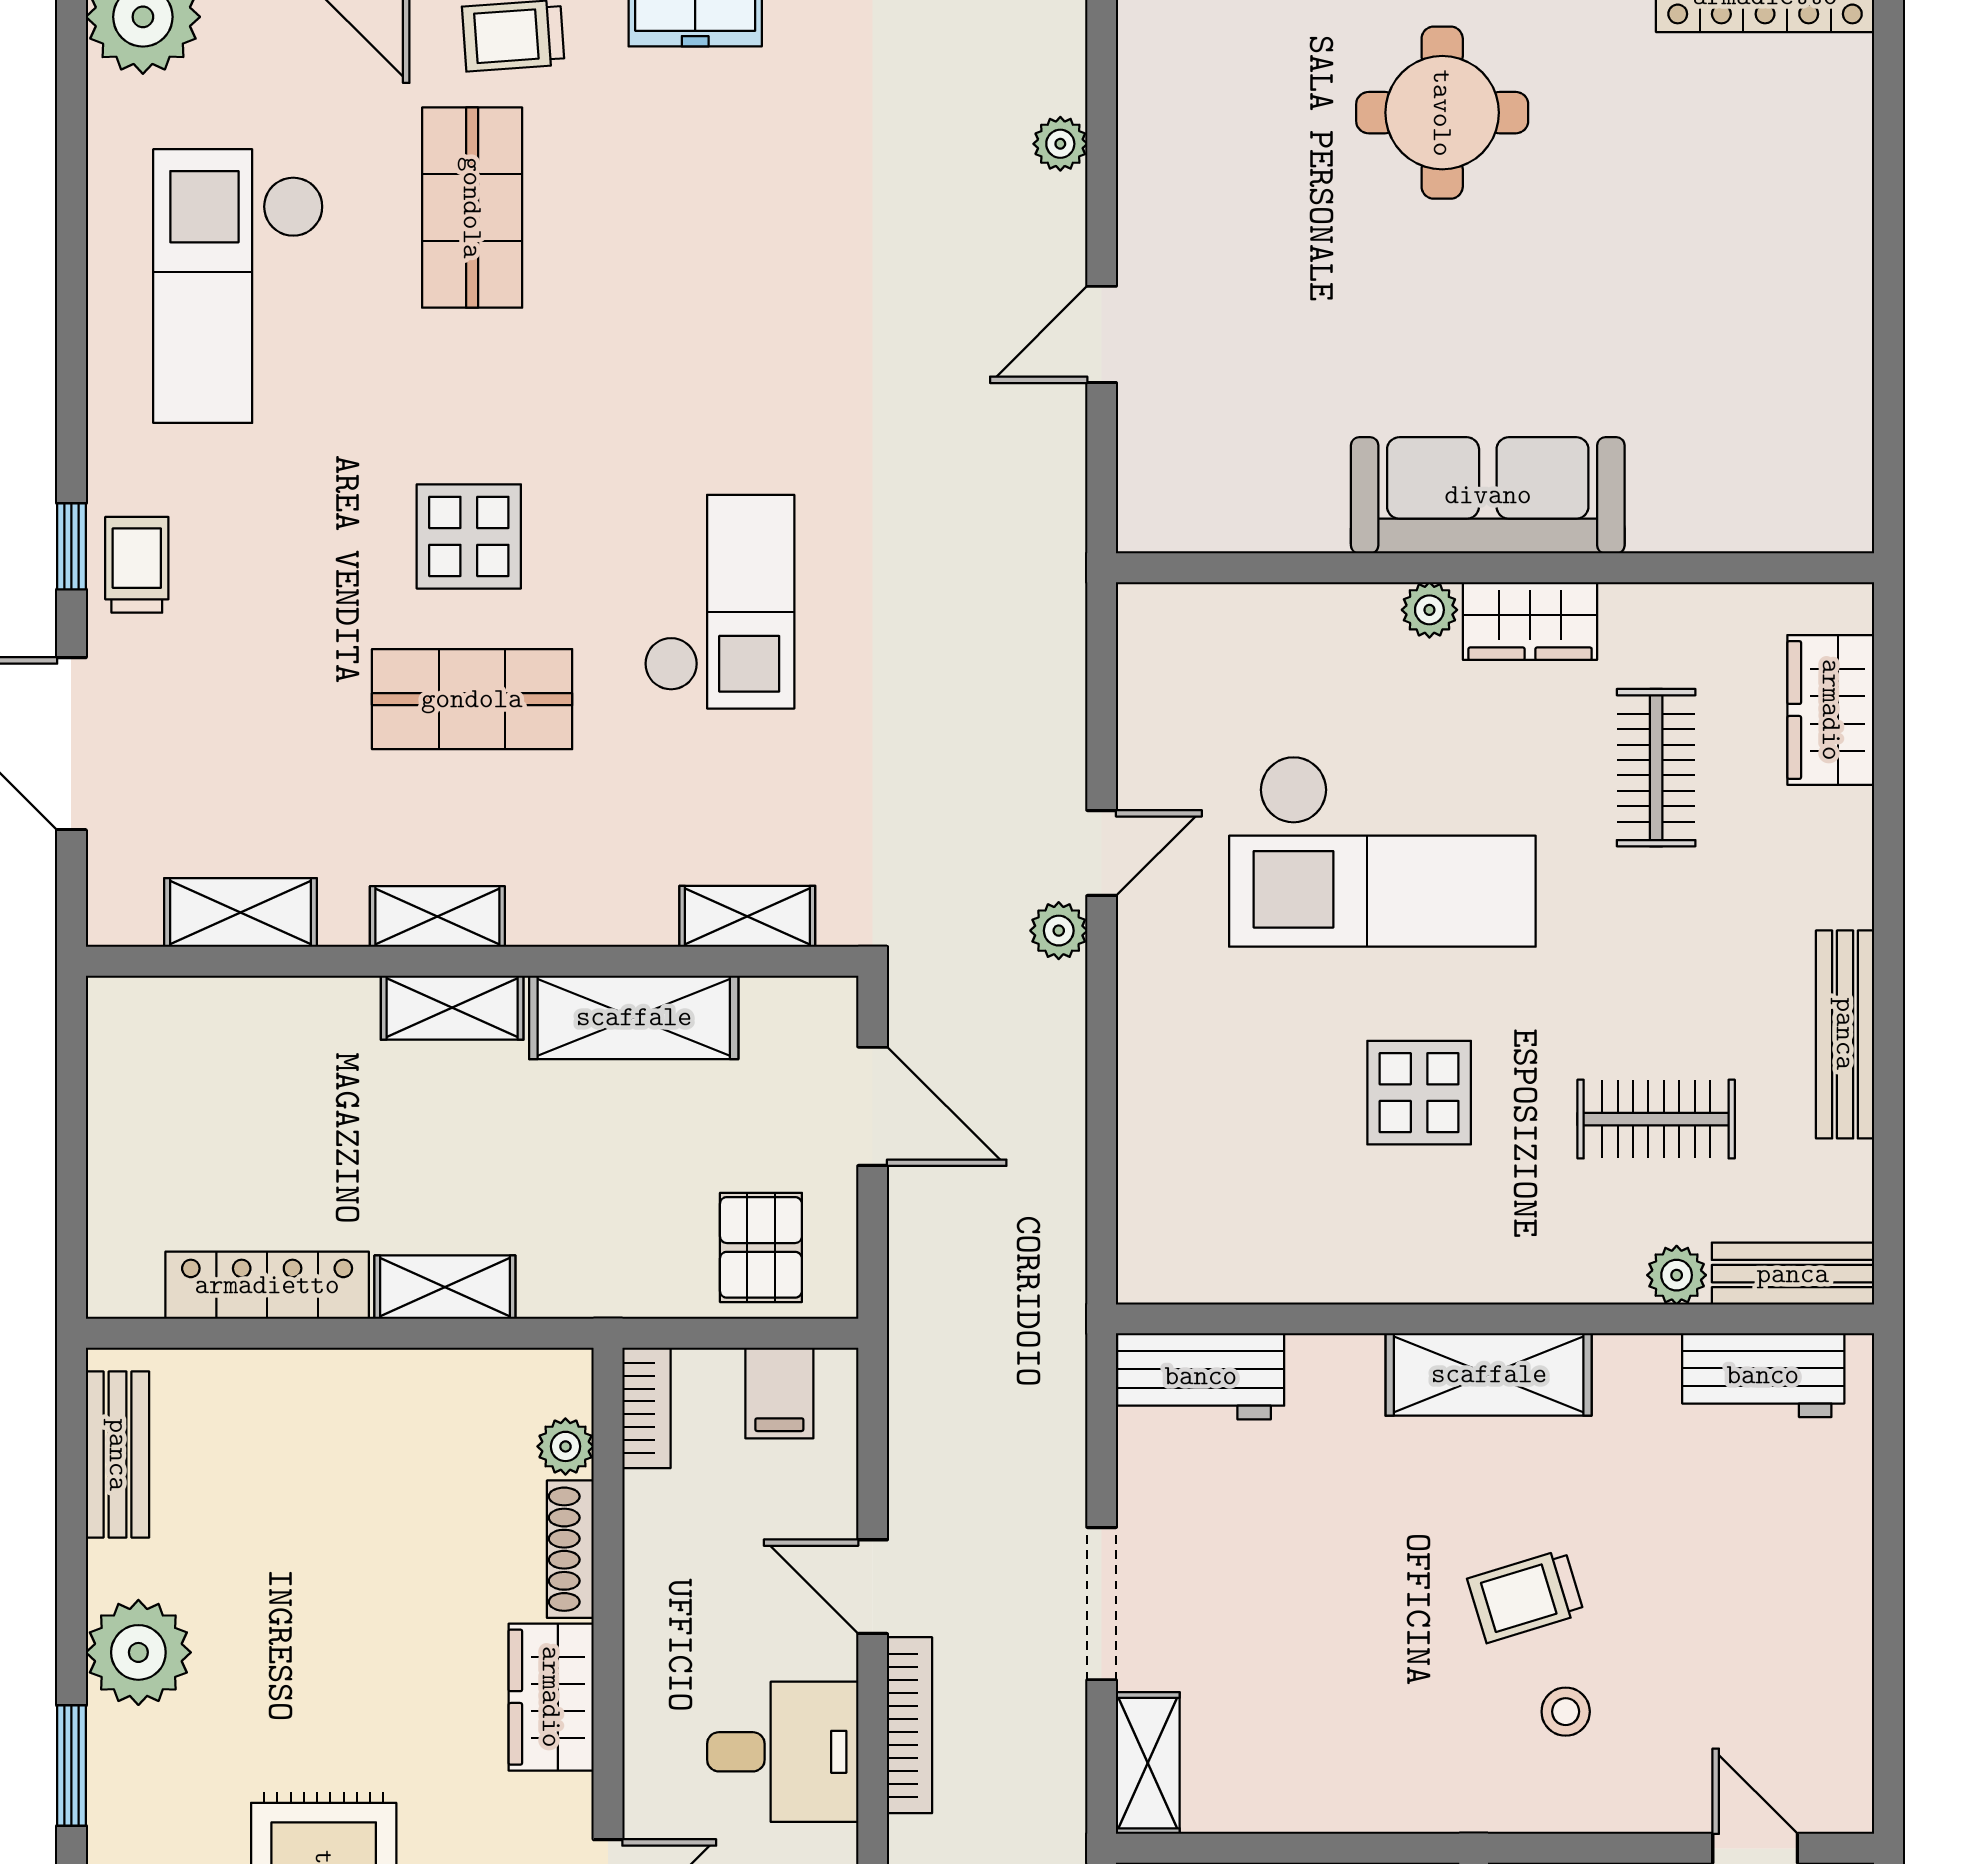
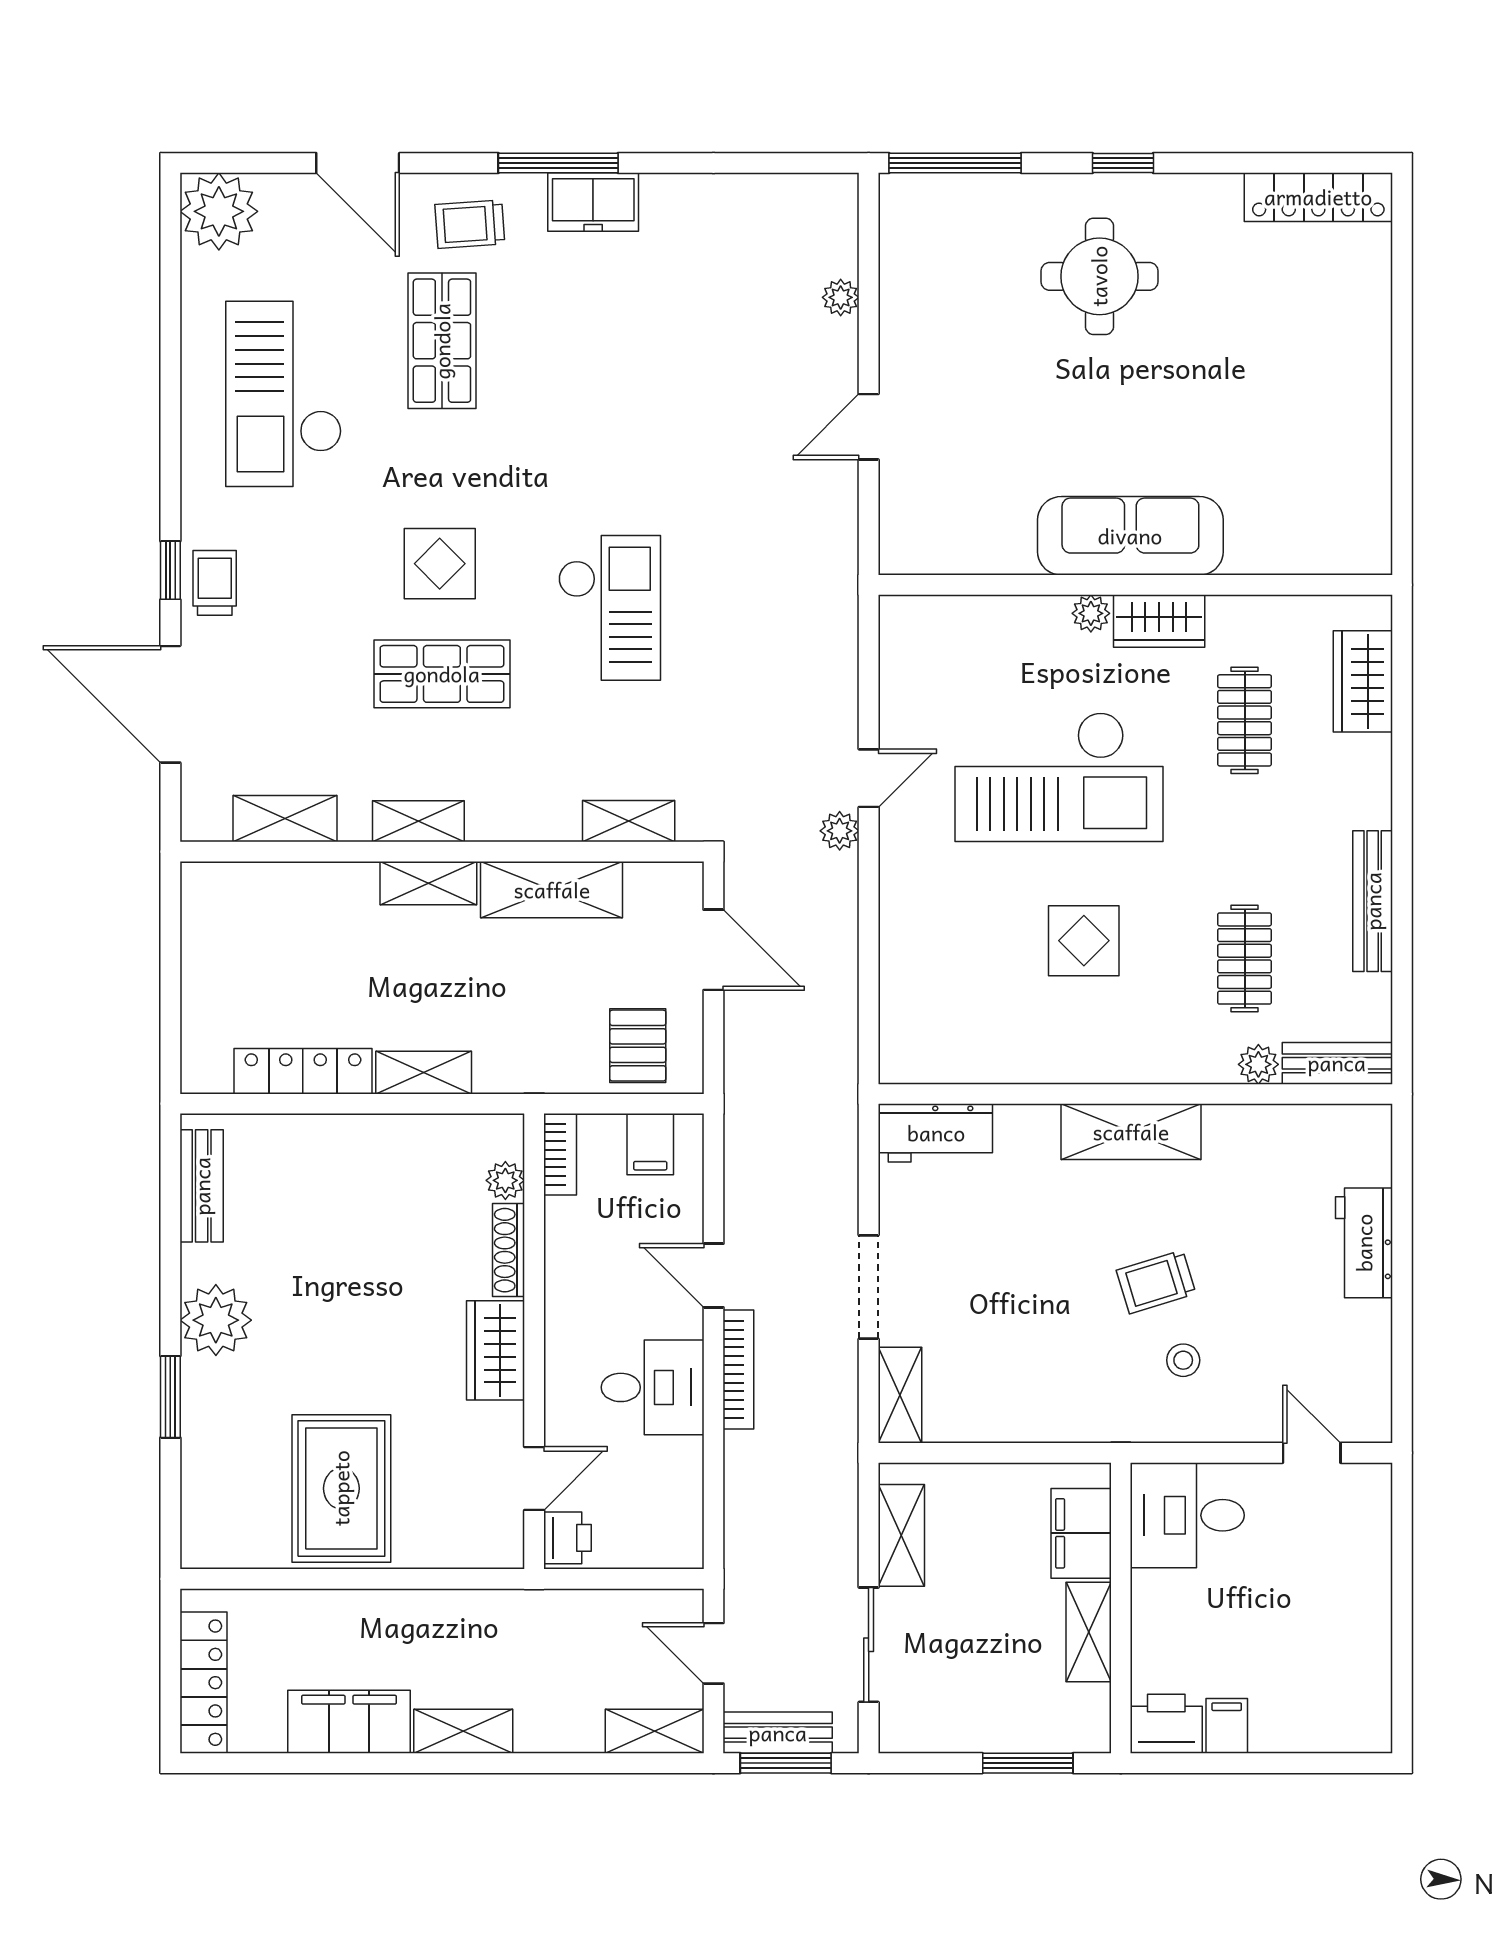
clothes rail: (1656, 1119) -> (1245, 959), turned 90
workbench: (1763, 1375) -> (1364, 1243), moved, turned 90

